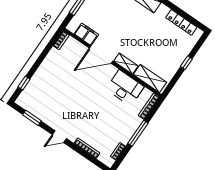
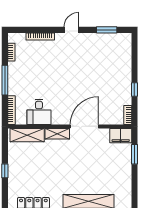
filing cabinet: (86, 34) -> (121, 136), moved
window: (24, 83) -> (134, 89), moved
desk: (125, 88) -> (39, 112), width x0.73

